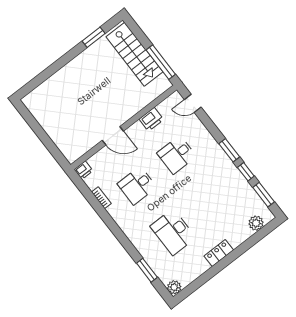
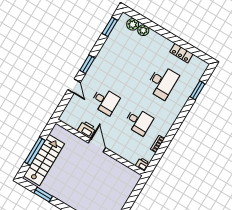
window: (161, 62) -> (35, 151), moved
door: (193, 103) -> (74, 86), moved
door: (113, 136) -> (97, 145), moved
window: (246, 172) -> (98, 46), removed
locker: (219, 253) -> (181, 53), moved
plant: (174, 287) -> (143, 30), moved

